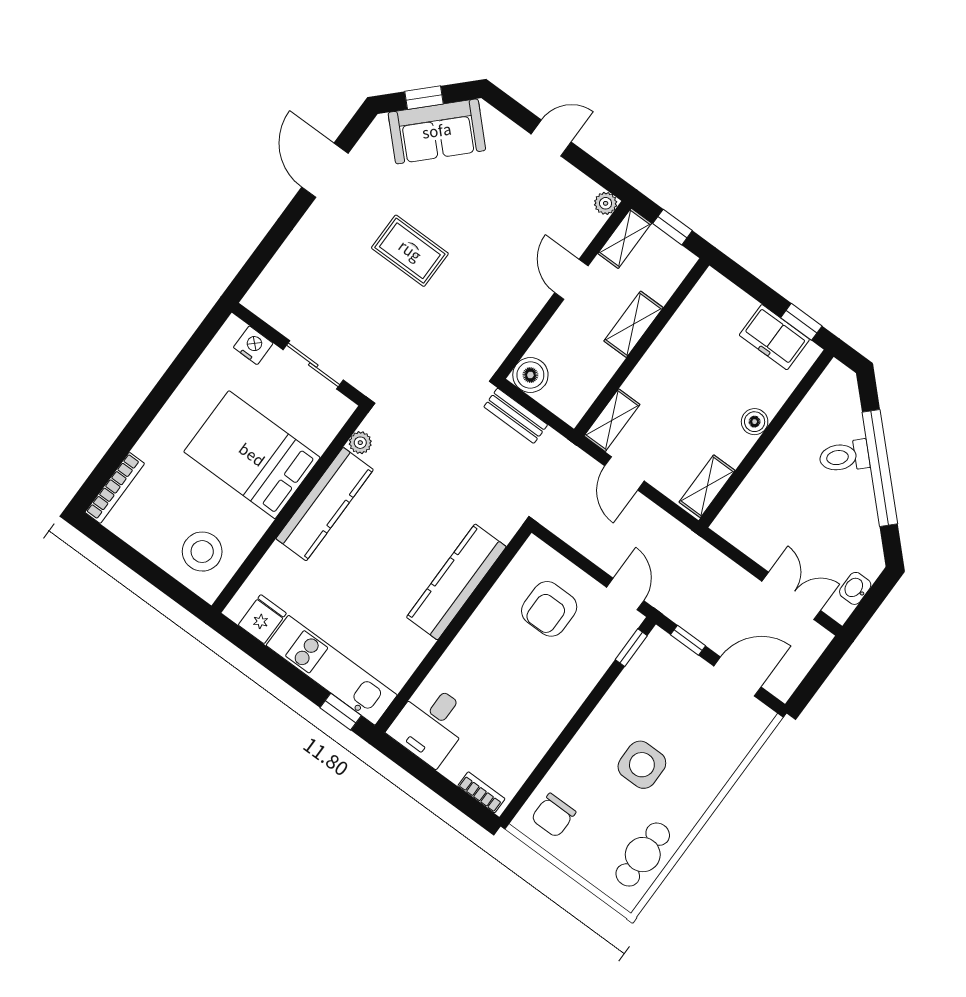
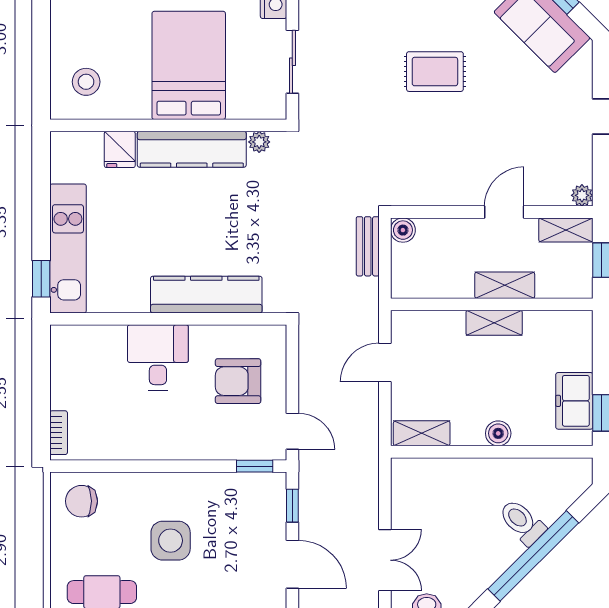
rug: (410, 251) -> (435, 72), turned 90
boiler: (530, 375) -> (403, 230), width x0.73, depth x0.73
shelving: (612, 420) -> (494, 323), moved
stool: (202, 552) -> (86, 82), width x0.73, depth x0.73
door: (625, 594) -> (292, 431), hinge flipped
fridge: (262, 619) -> (120, 149), moved, turned 90
desk: (431, 724) -> (158, 357), moved, turned 90

